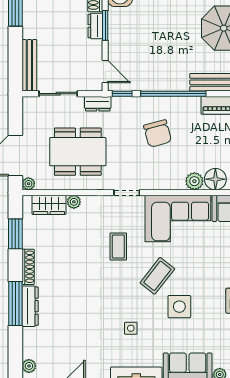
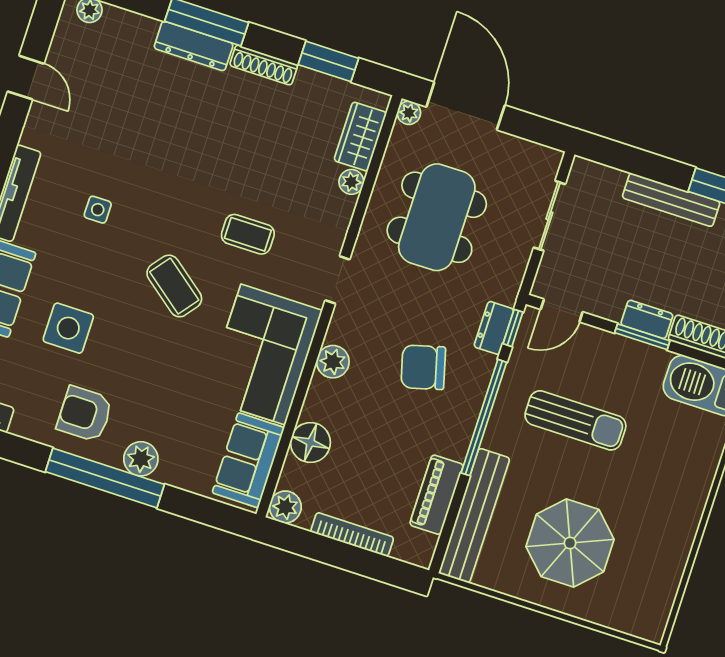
sun lounger: (159, 46) -> (575, 420), added
bench: (29, 65) -> (671, 200), moved
dresser: (98, 104) -> (494, 328), moved
plant: (194, 181) -> (333, 362), moved
side table: (179, 307) -> (68, 328), moved

